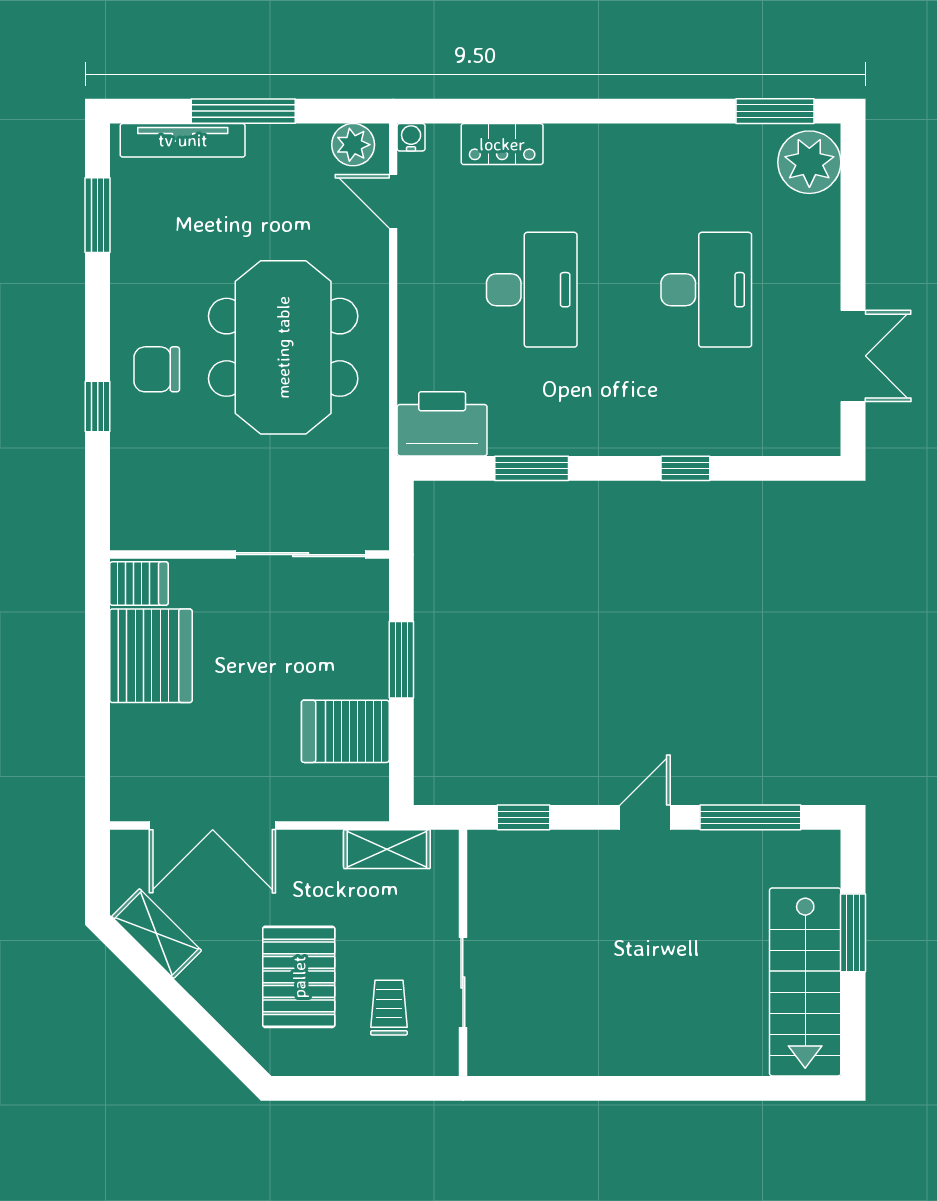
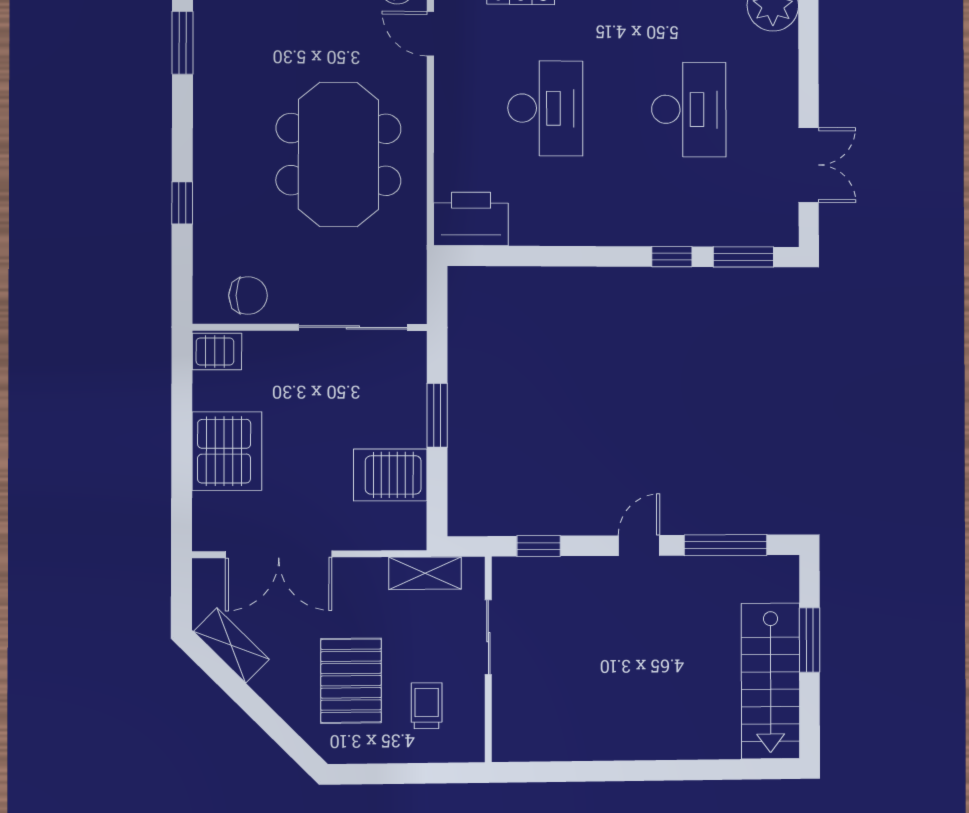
chair: (157, 369) -> (248, 296), moved, turned 180
window: (532, 468) -> (743, 257), moved
server rack: (151, 656) -> (227, 451), moved
sliding door: (463, 983) -> (488, 637), moved

